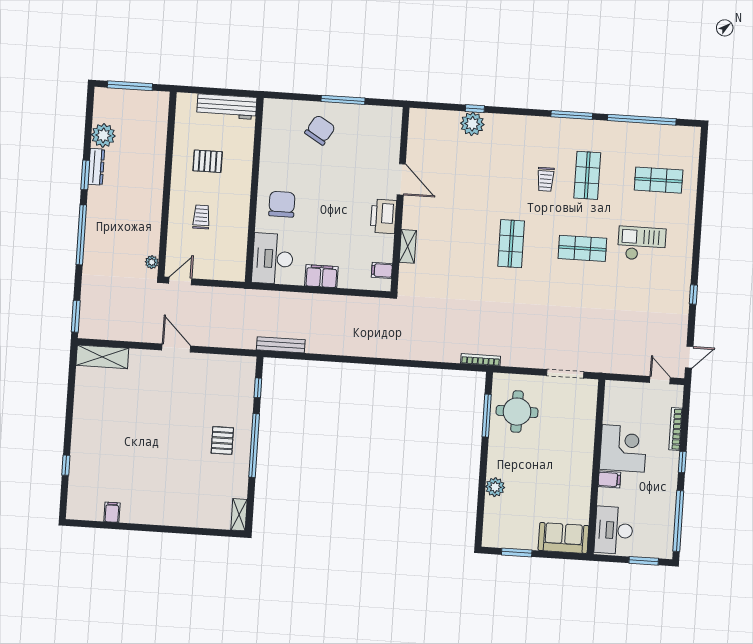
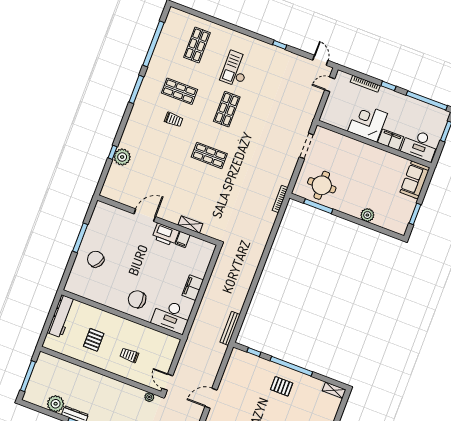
filing cabinet: (382, 270) -> (183, 239), moved
filing cabinet: (609, 479) -> (390, 140), width x2.00

